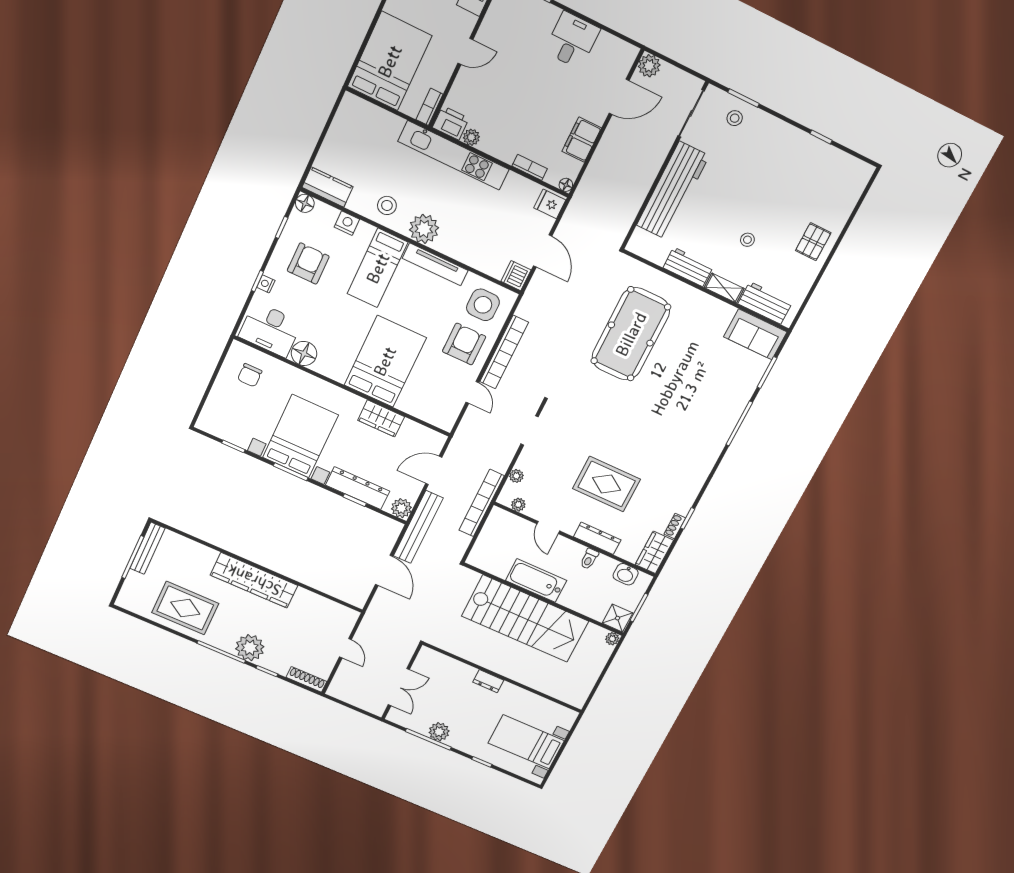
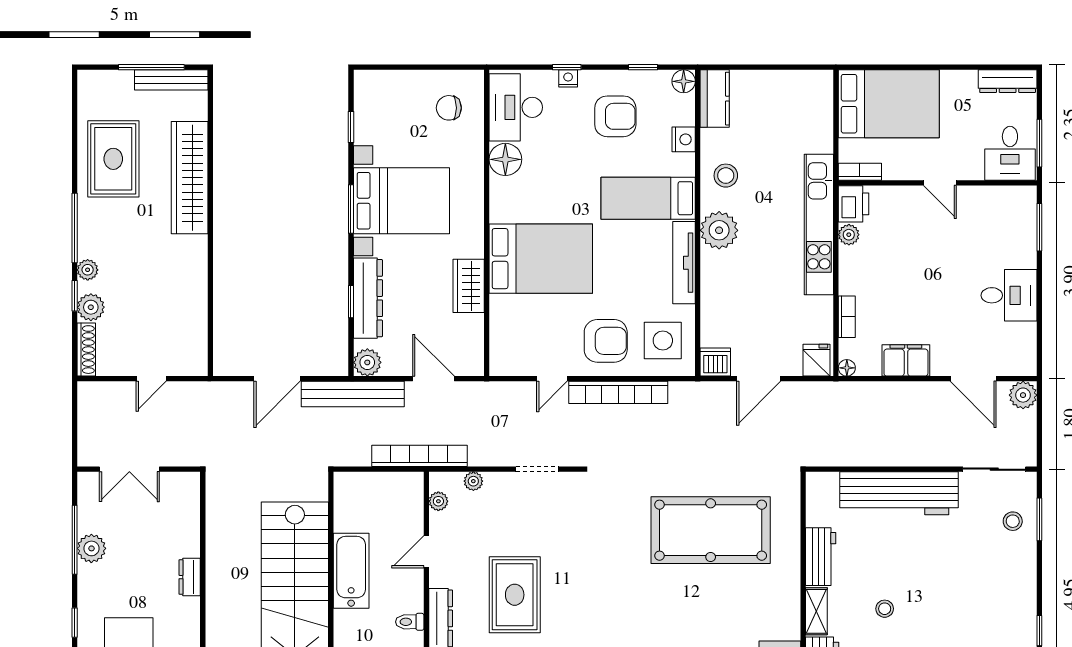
wardrobe: (254, 580) -> (190, 178), moved
plant: (250, 648) -> (88, 270), width x0.53, depth x0.53
plant: (279, 665) -> (91, 307), added

